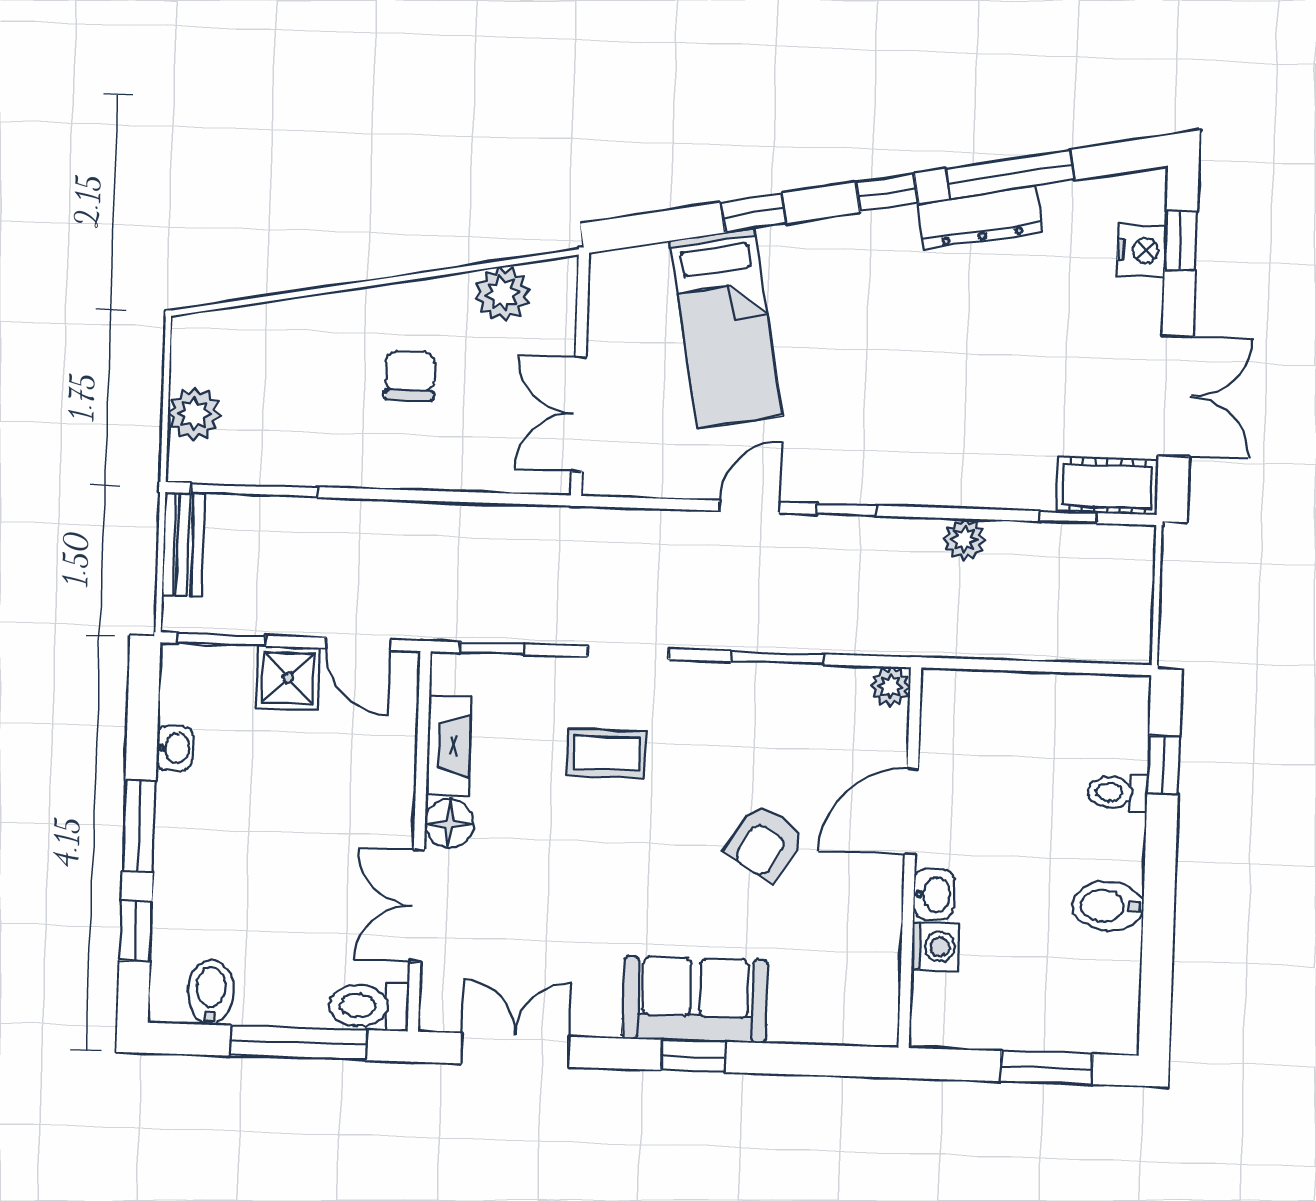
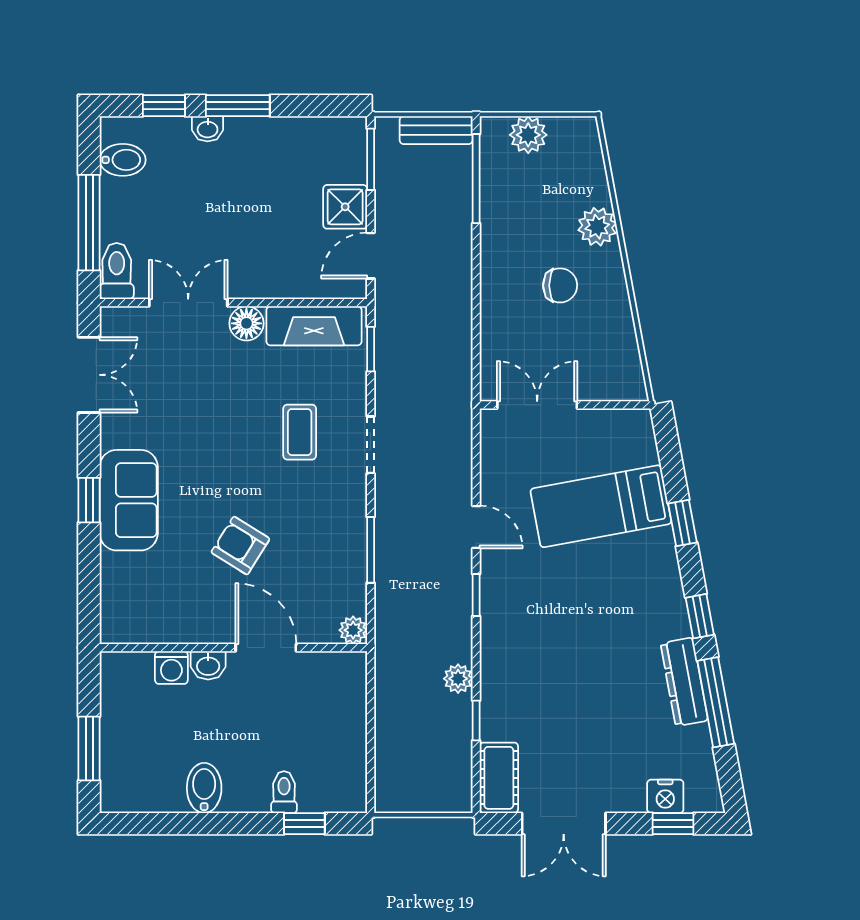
plant: (502, 294) -> (597, 227), moved
window: (1068, 517) -> (476, 721), moved
fireplace: (448, 746) -> (314, 326), width x1.37, depth x1.32
washbasin: (175, 748) -> (208, 129), moved

